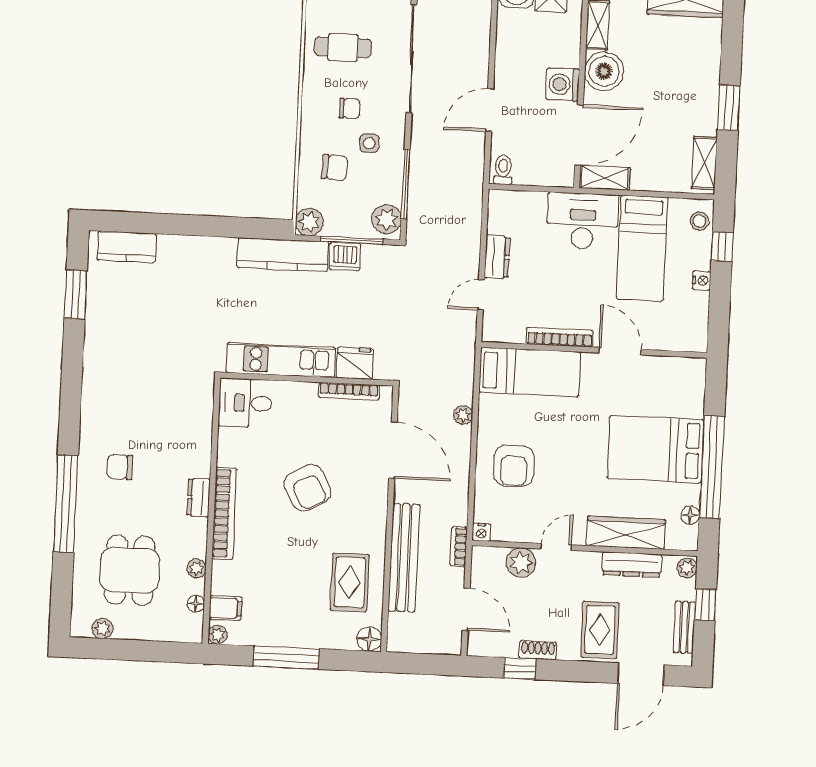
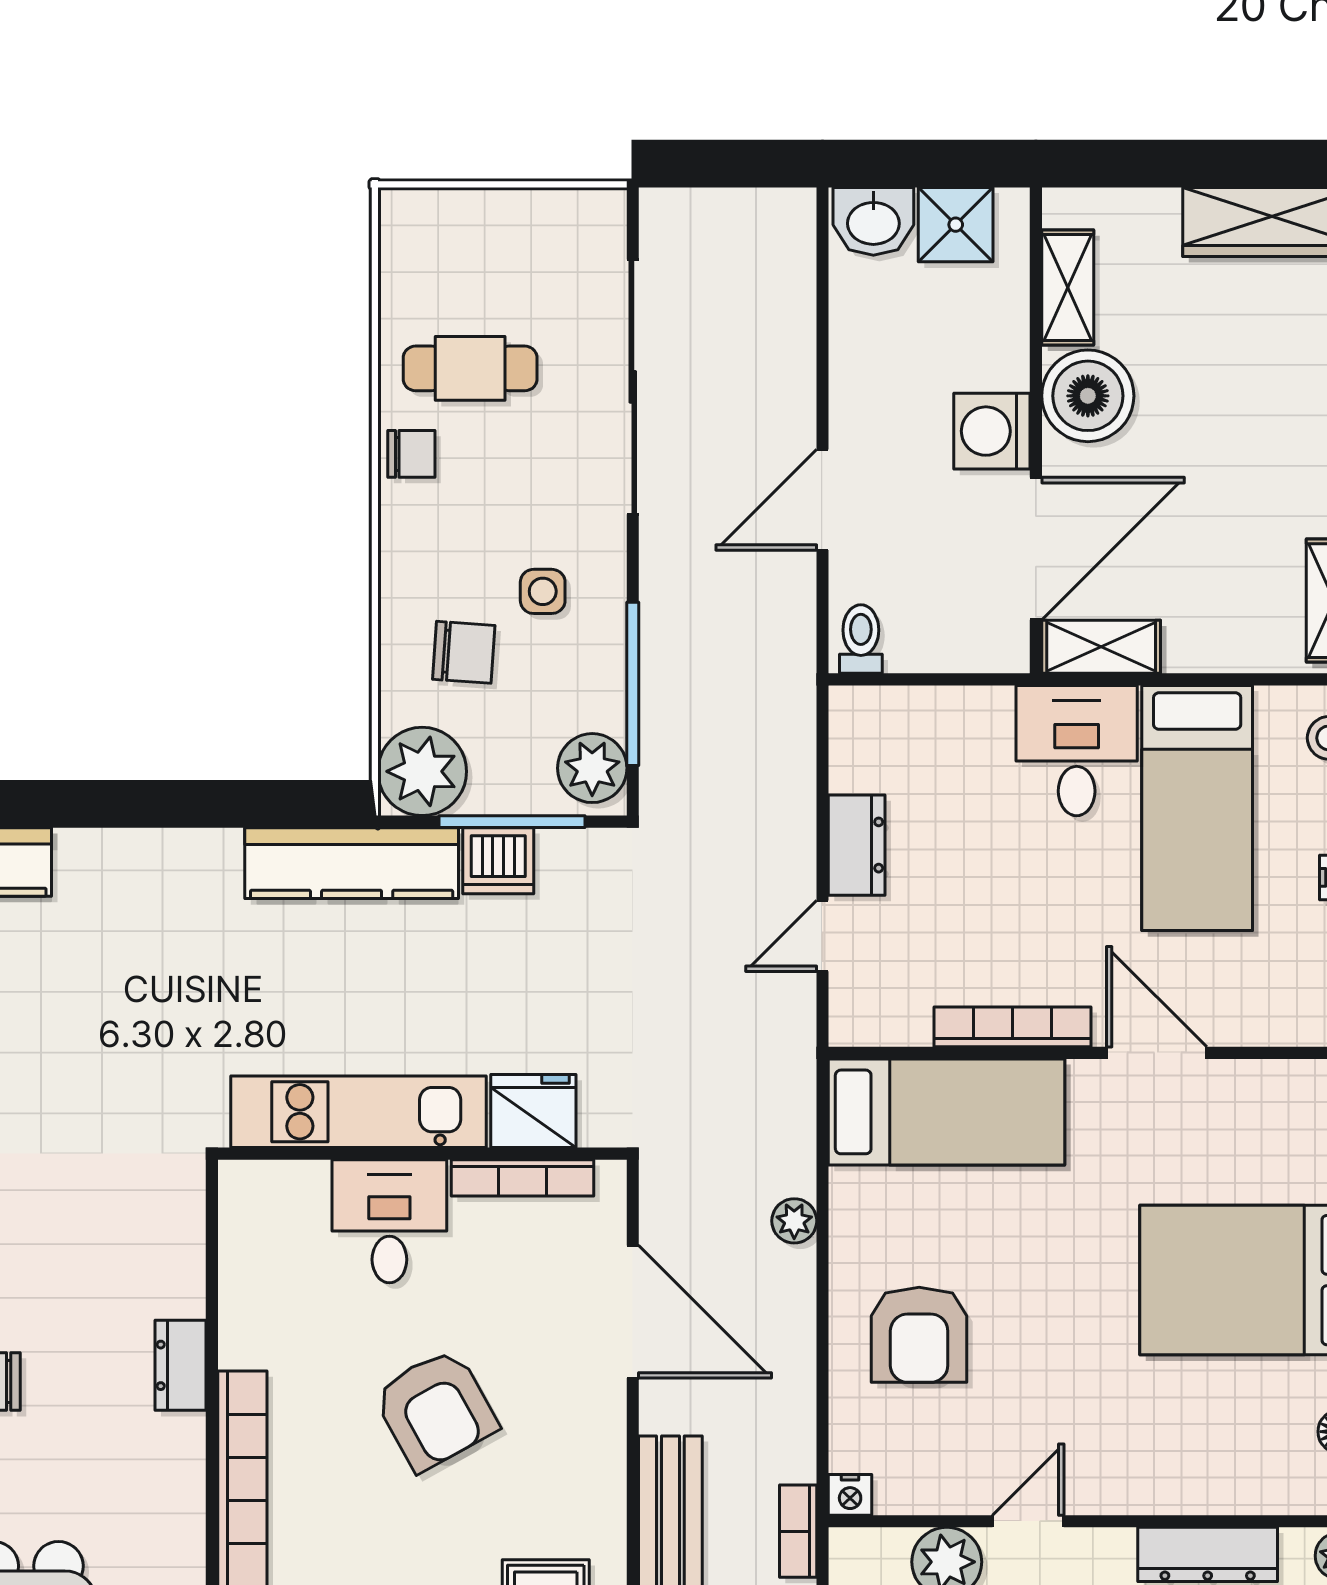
chair: (350, 109) -> (411, 454), moved
desk: (583, 221) -> (1077, 751), width x0.73
plant: (309, 222) -> (422, 771), width x1.36, depth x1.36
desk: (245, 403) -> (389, 1221), moved, turned 90
dresser: (199, 498) -> (181, 1365), moved
wardrobe: (626, 533) -> (1190, 1480), removed

